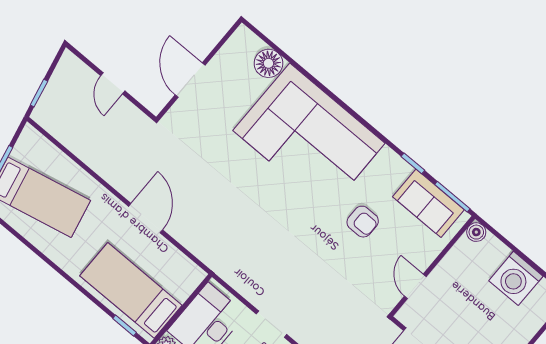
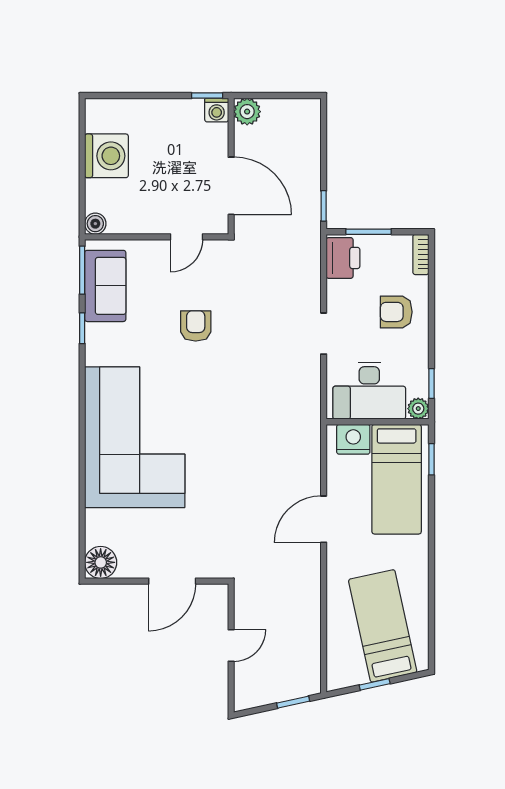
floor lamp: (268, 63) -> (101, 562), moved
armchair: (363, 222) -> (196, 326), moved
nightstand: (183, 284) -> (353, 439), added

